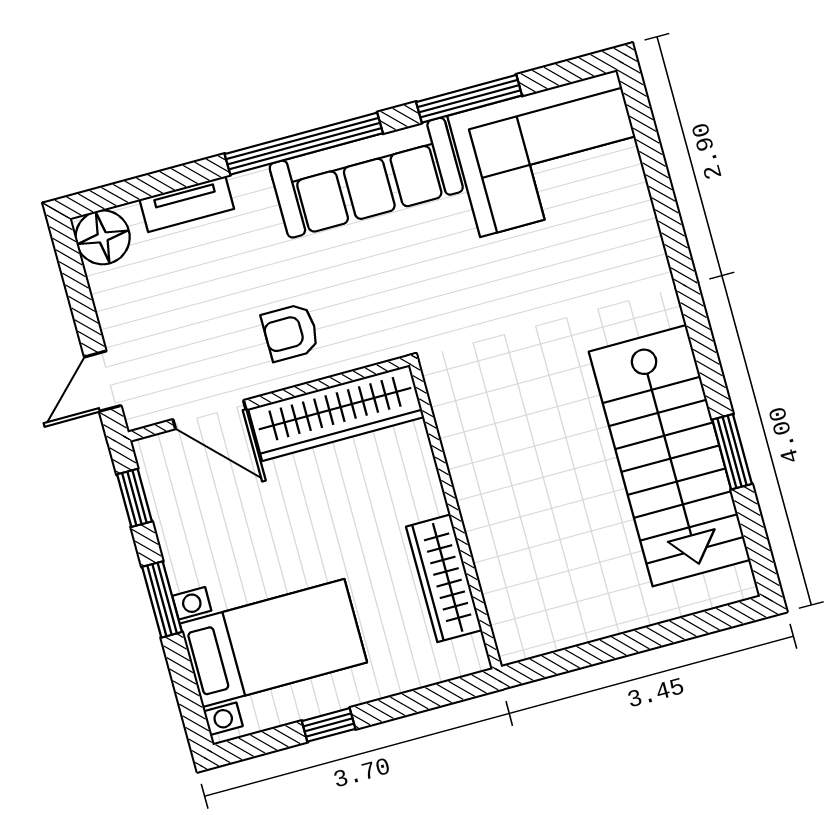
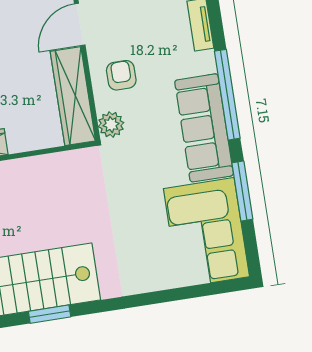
plant: (378, 341) -> (111, 125), added
window: (732, 452) -> (50, 314), moved

